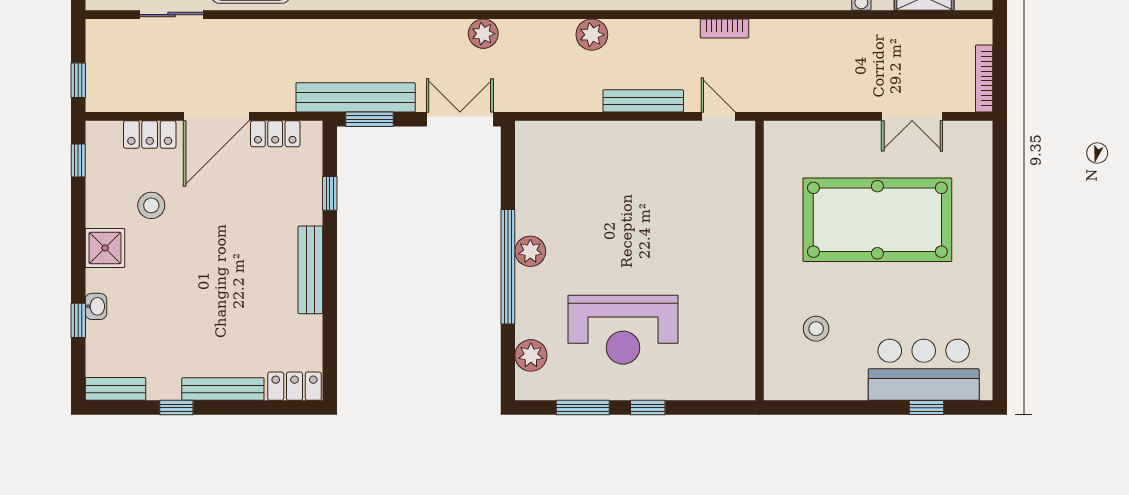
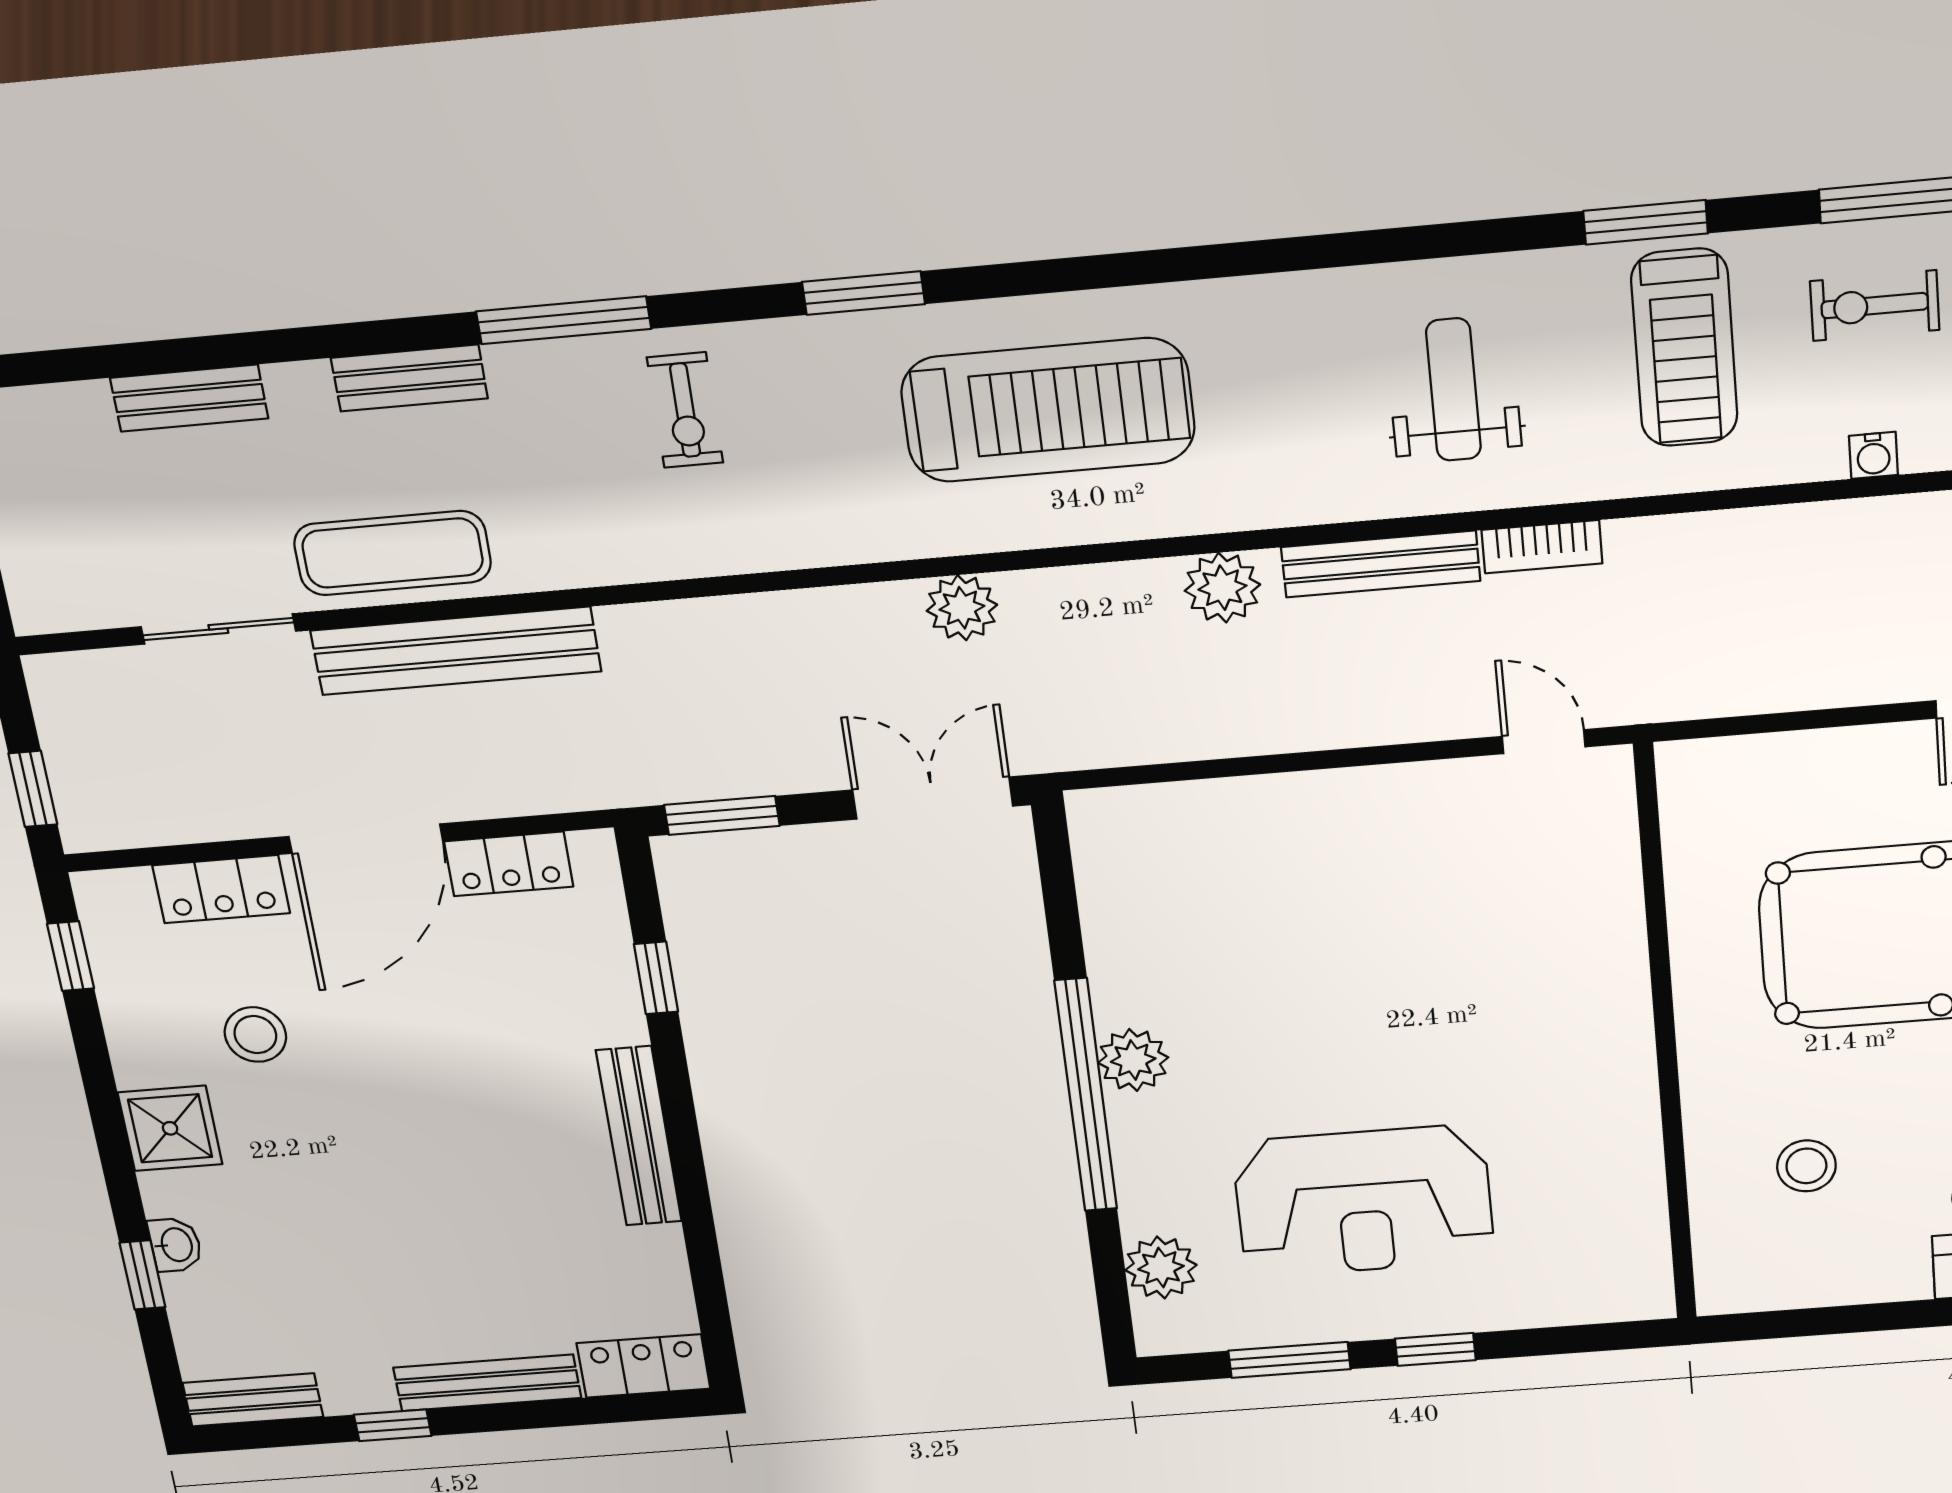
bench: (356, 97) -> (456, 651), moved
bench: (643, 101) -> (1381, 564), moved

